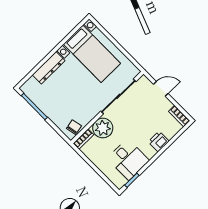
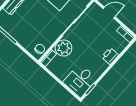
desk: (128, 159) -> (80, 80), moved, turned 90

